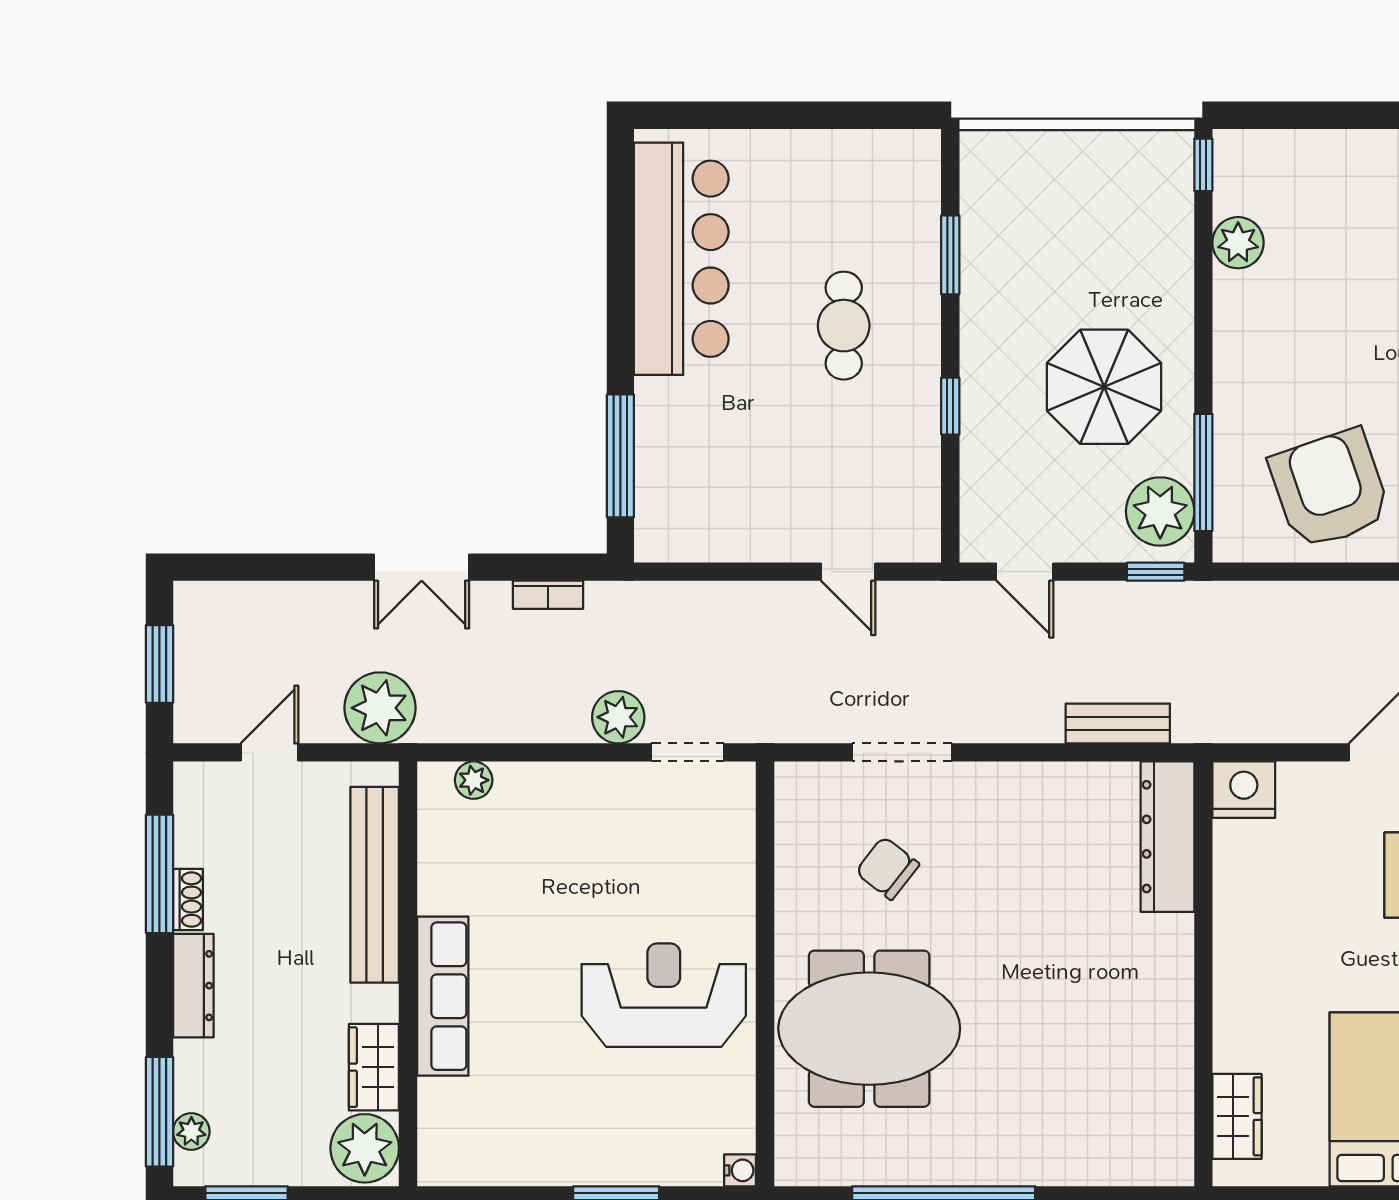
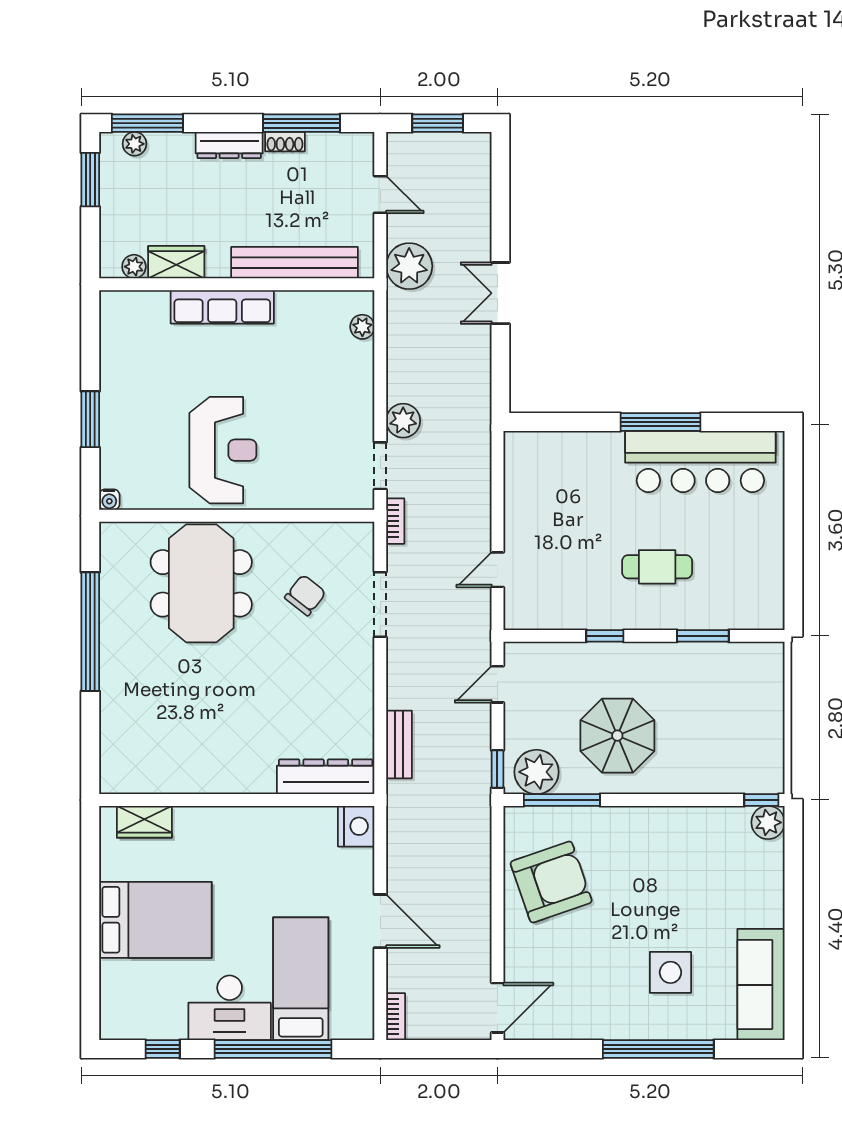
plant: (1238, 243) -> (768, 822), moved
window: (620, 456) -> (660, 422), moved
bookcase: (548, 595) -> (395, 521), moved, turned 180
plant: (365, 1148) -> (134, 267), width x0.53, depth x0.53

